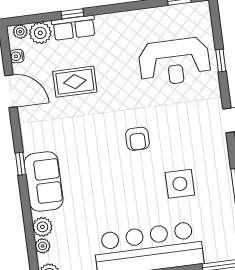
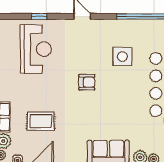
rug: (75, 82) -> (41, 121), turned 90

